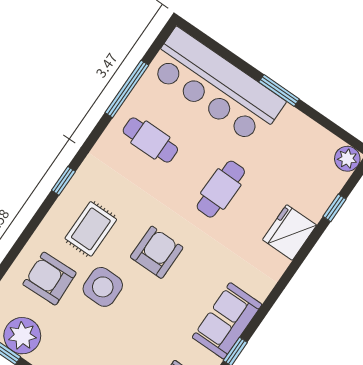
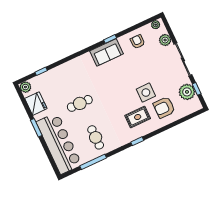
fridge: (289, 232) -> (36, 104), moved, turned -90
armchair: (157, 252) -> (118, 94), removed
armchair: (49, 279) -> (164, 107), turned 92

